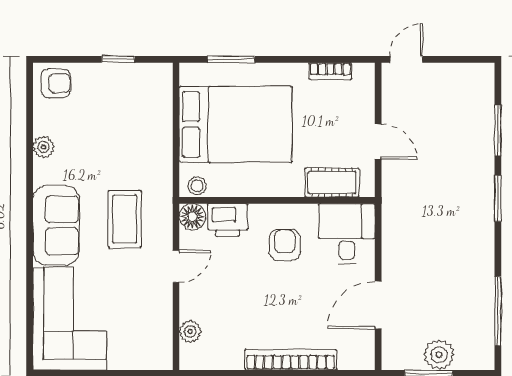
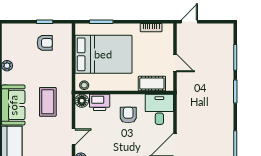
armchair: (56, 83) -> (45, 43), moved
door: (176, 266) -> (74, 137), moved

